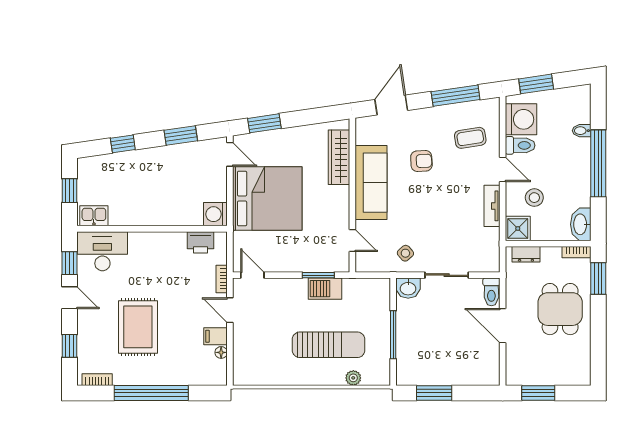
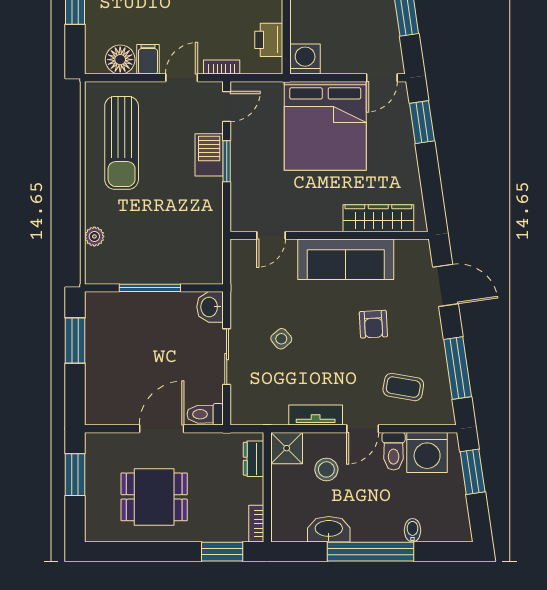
coffee table: (470, 138) -> (403, 387), turned -71
washbasin: (581, 224) -> (329, 529), moved
side table: (405, 253) -> (281, 339), moved
window: (318, 275) -> (227, 161), moved
barbecue: (325, 289) -> (209, 155), moved
dining table: (560, 309) -> (154, 497), moved
sun lounger: (329, 345) -> (122, 143), moved
floor lamp: (221, 352) -> (120, 60), width x1.89, depth x1.89

